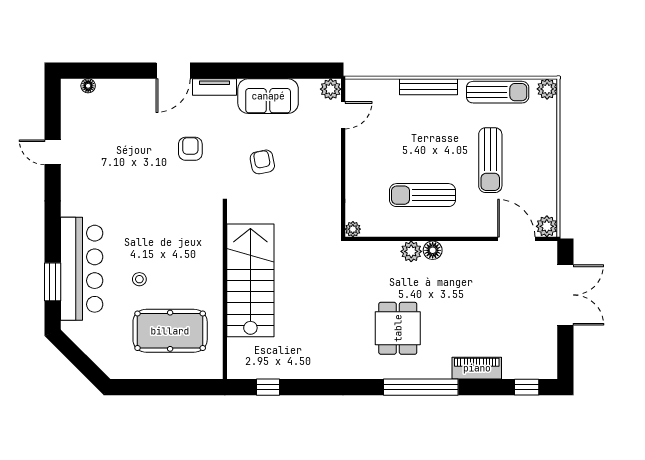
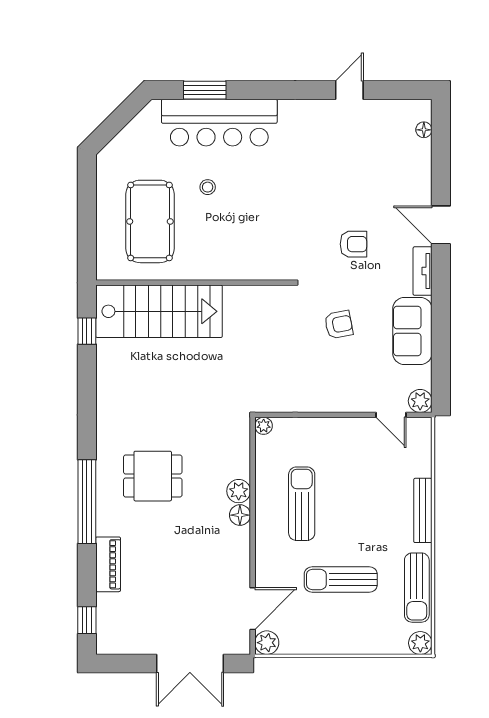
stairs: (250, 280) -> (159, 311), moved

